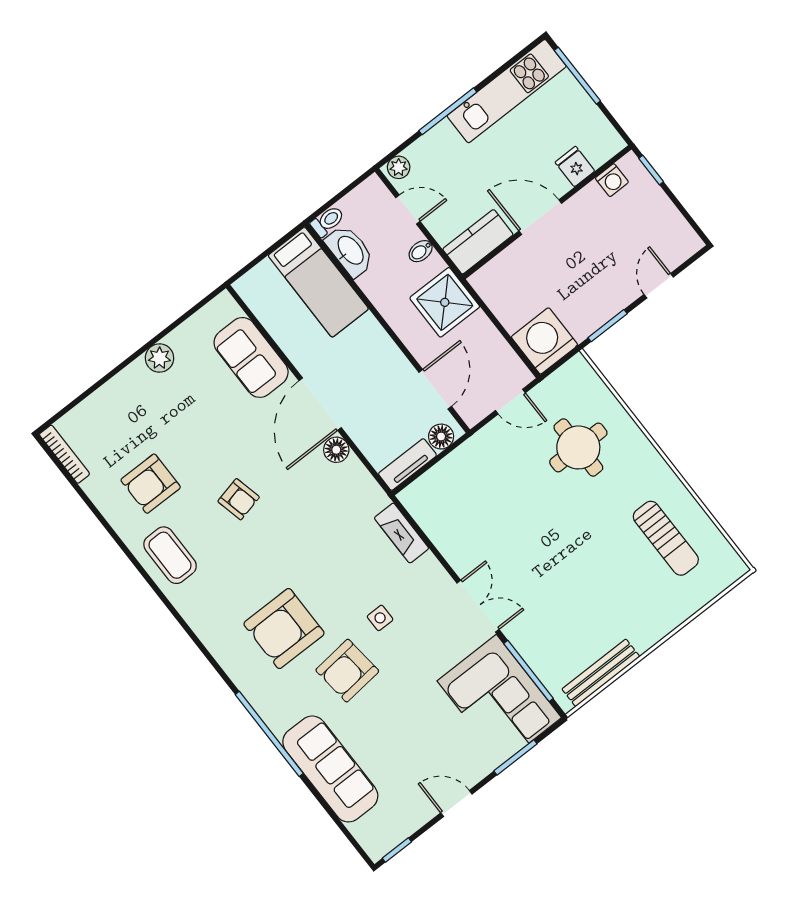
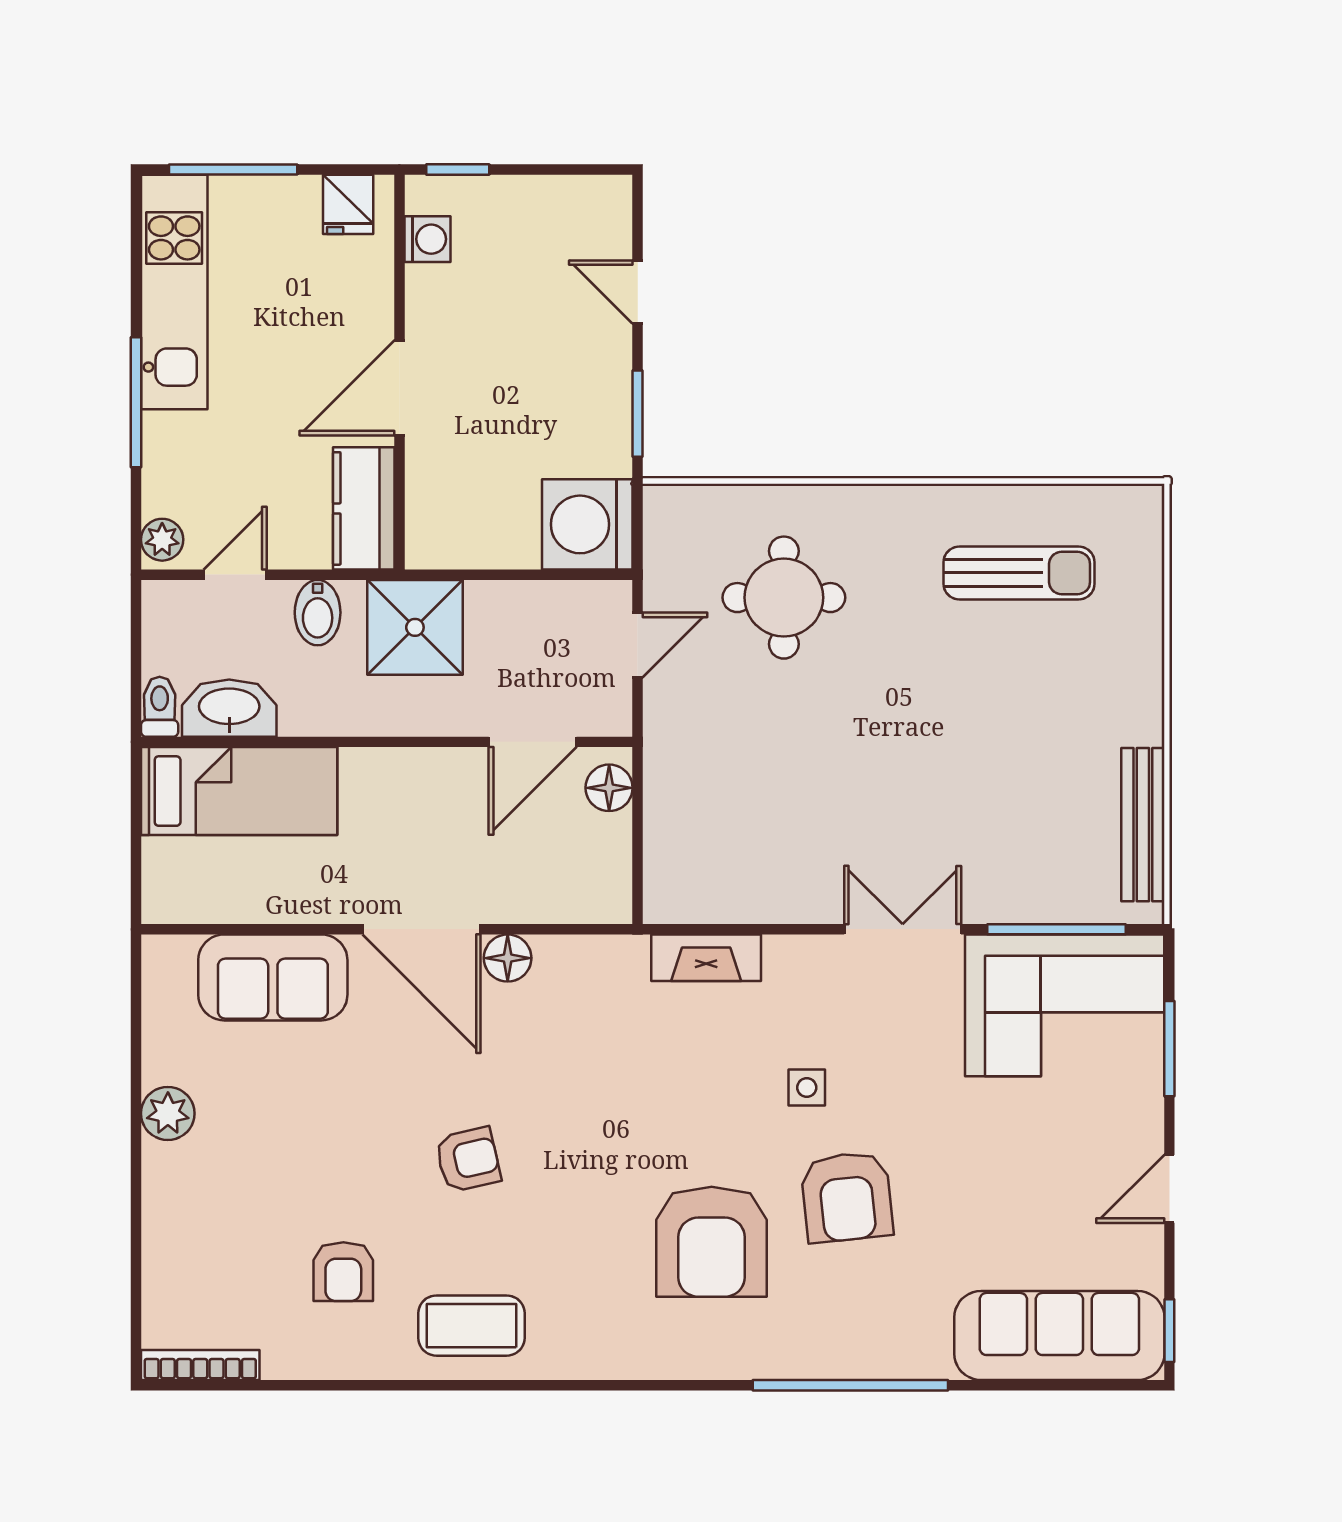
fridge: (575, 167) -> (348, 204), moved, turned -90
bidet: (421, 251) -> (318, 613), width x1.38, depth x1.36
door: (435, 389) -> (533, 742), swing flipped
tv unit: (407, 464) -> (612, 870), removed
armchair: (151, 484) -> (343, 1272), width x0.72, depth x0.72
sofa: (330, 769) -> (1059, 1336), moved

